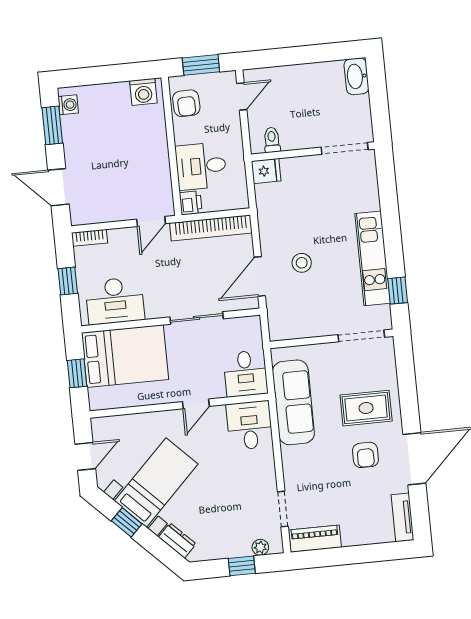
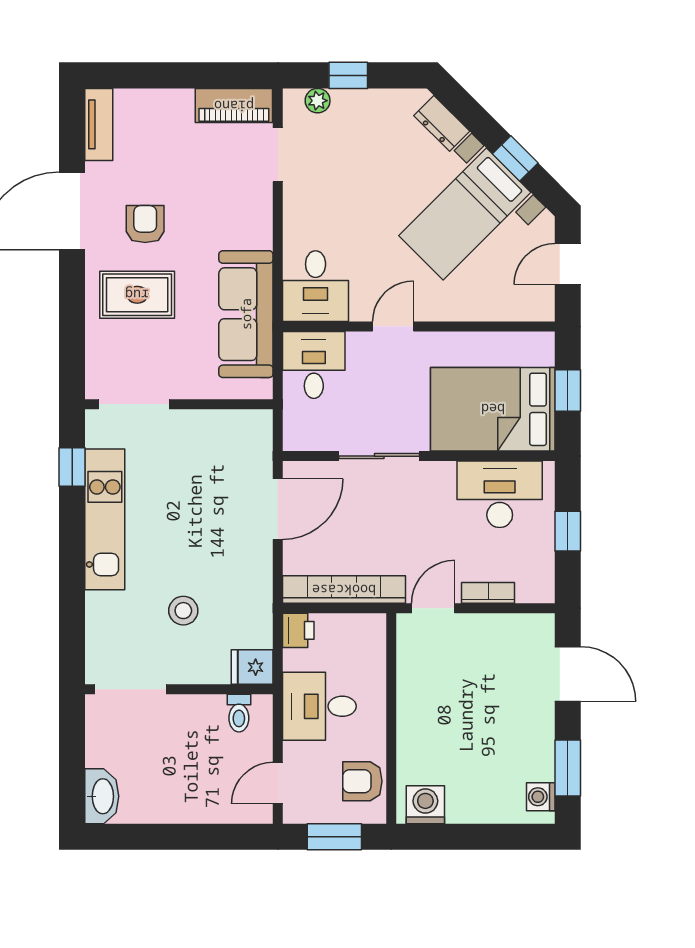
armchair: (186, 103) -> (362, 781), turned -88
desk: (201, 166) -> (319, 706), moved, turned 180
printer: (191, 203) -> (298, 630), moved, turned 180
bookcase: (90, 238) -> (488, 593), moved
stool: (302, 263) -> (183, 611), moved

